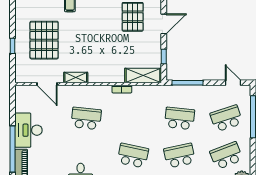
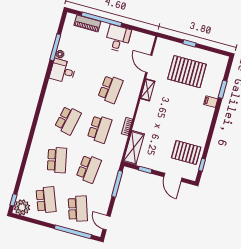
door: (233, 83) -> (107, 223), swing flipped
door: (47, 84) -> (149, 64), hinge flipped
school desk: (133, 118) -> (100, 129), added
desk: (28, 130) -> (118, 38), width x0.73

